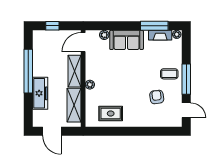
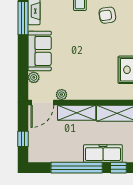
door: (83, 42) -> (42, 102), hinge flipped
plant: (90, 85) -> (62, 95), moved
window: (28, 106) -> (118, 168), added

